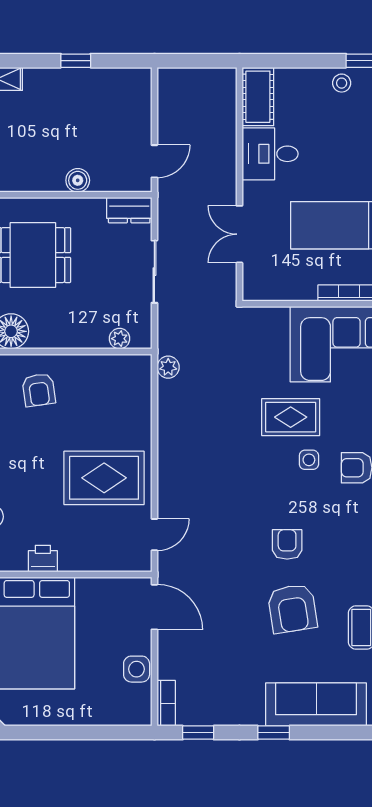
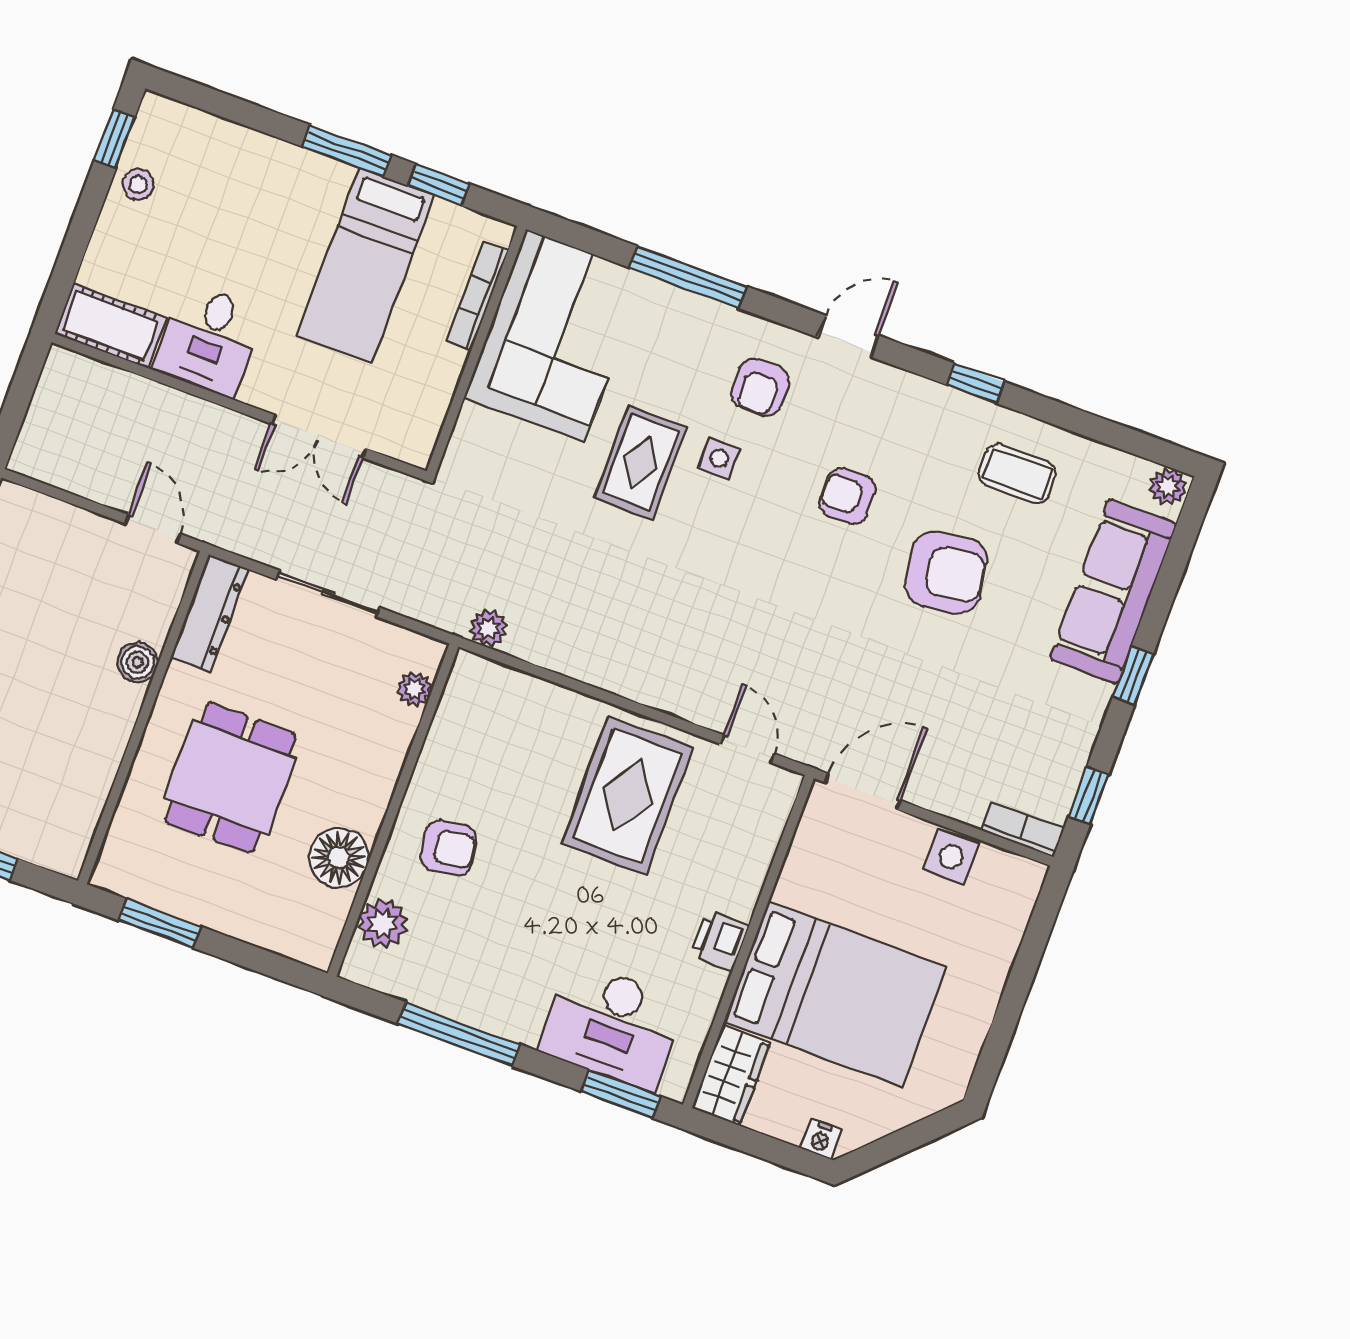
dresser: (129, 210) -> (210, 613), width x1.44
armchair: (287, 544) -> (847, 496), moved

